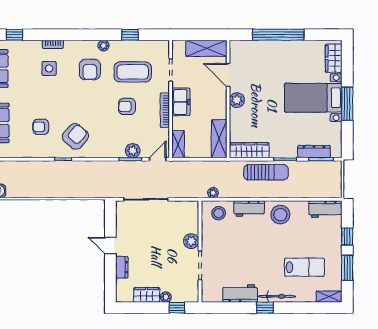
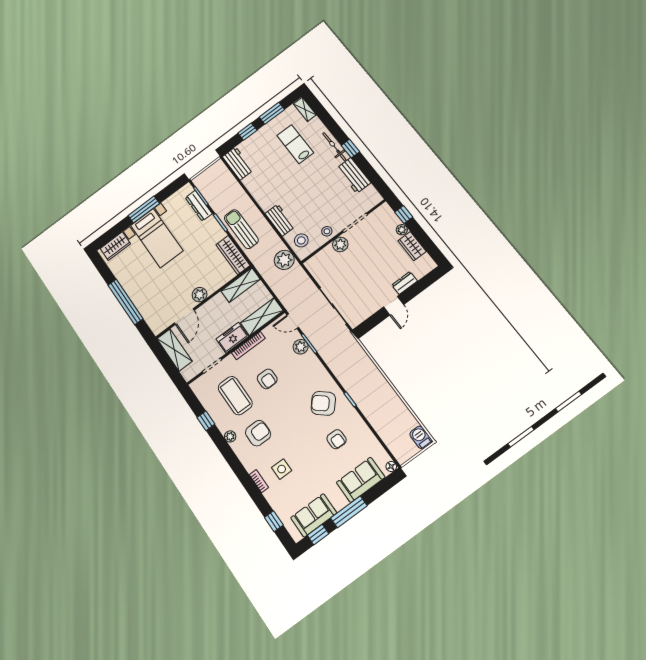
shelving: (178, 144) -> (262, 317), width x1.50, depth x1.33
plant: (213, 193) -> (284, 260), width x1.88, depth x1.88
stool: (280, 215) -> (327, 231), moved, width x0.53, depth x0.53

